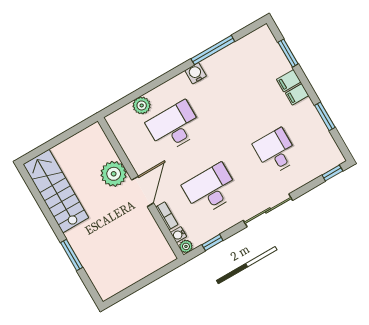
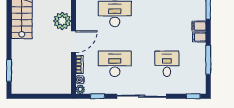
window: (325, 116) -> (208, 60), width x1.44
sliding door: (268, 210) -> (142, 96), width x1.36
window: (72, 255) -> (9, 70), moved

